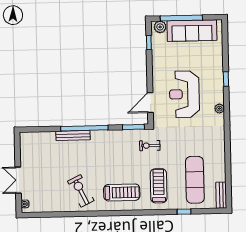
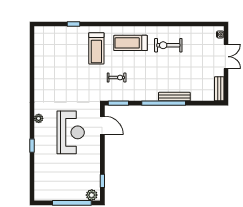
sofa: (192, 31) -> (62, 191), removed
door: (150, 103) -> (102, 125), hinge flipped
exercise bike: (150, 146) -> (117, 78), moved
exercise mat: (195, 180) -> (63, 53), removed
exercise bike: (81, 191) -> (168, 45), turned 116
bench: (221, 195) -> (219, 89), moved

